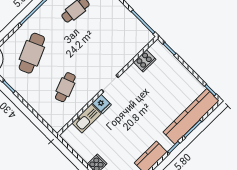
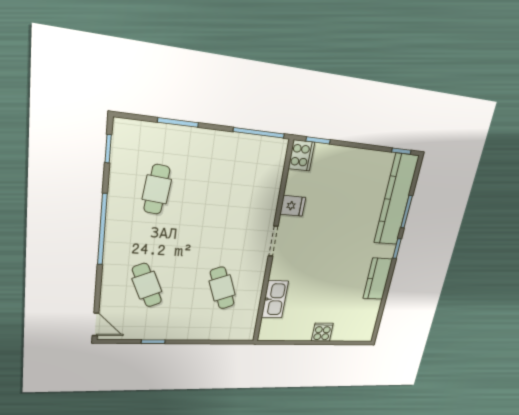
cafe table: (32, 53) -> (147, 285), width x0.73, depth x0.74
cooker: (145, 61) -> (301, 155), moved
fridge: (102, 104) -> (293, 206), moved

